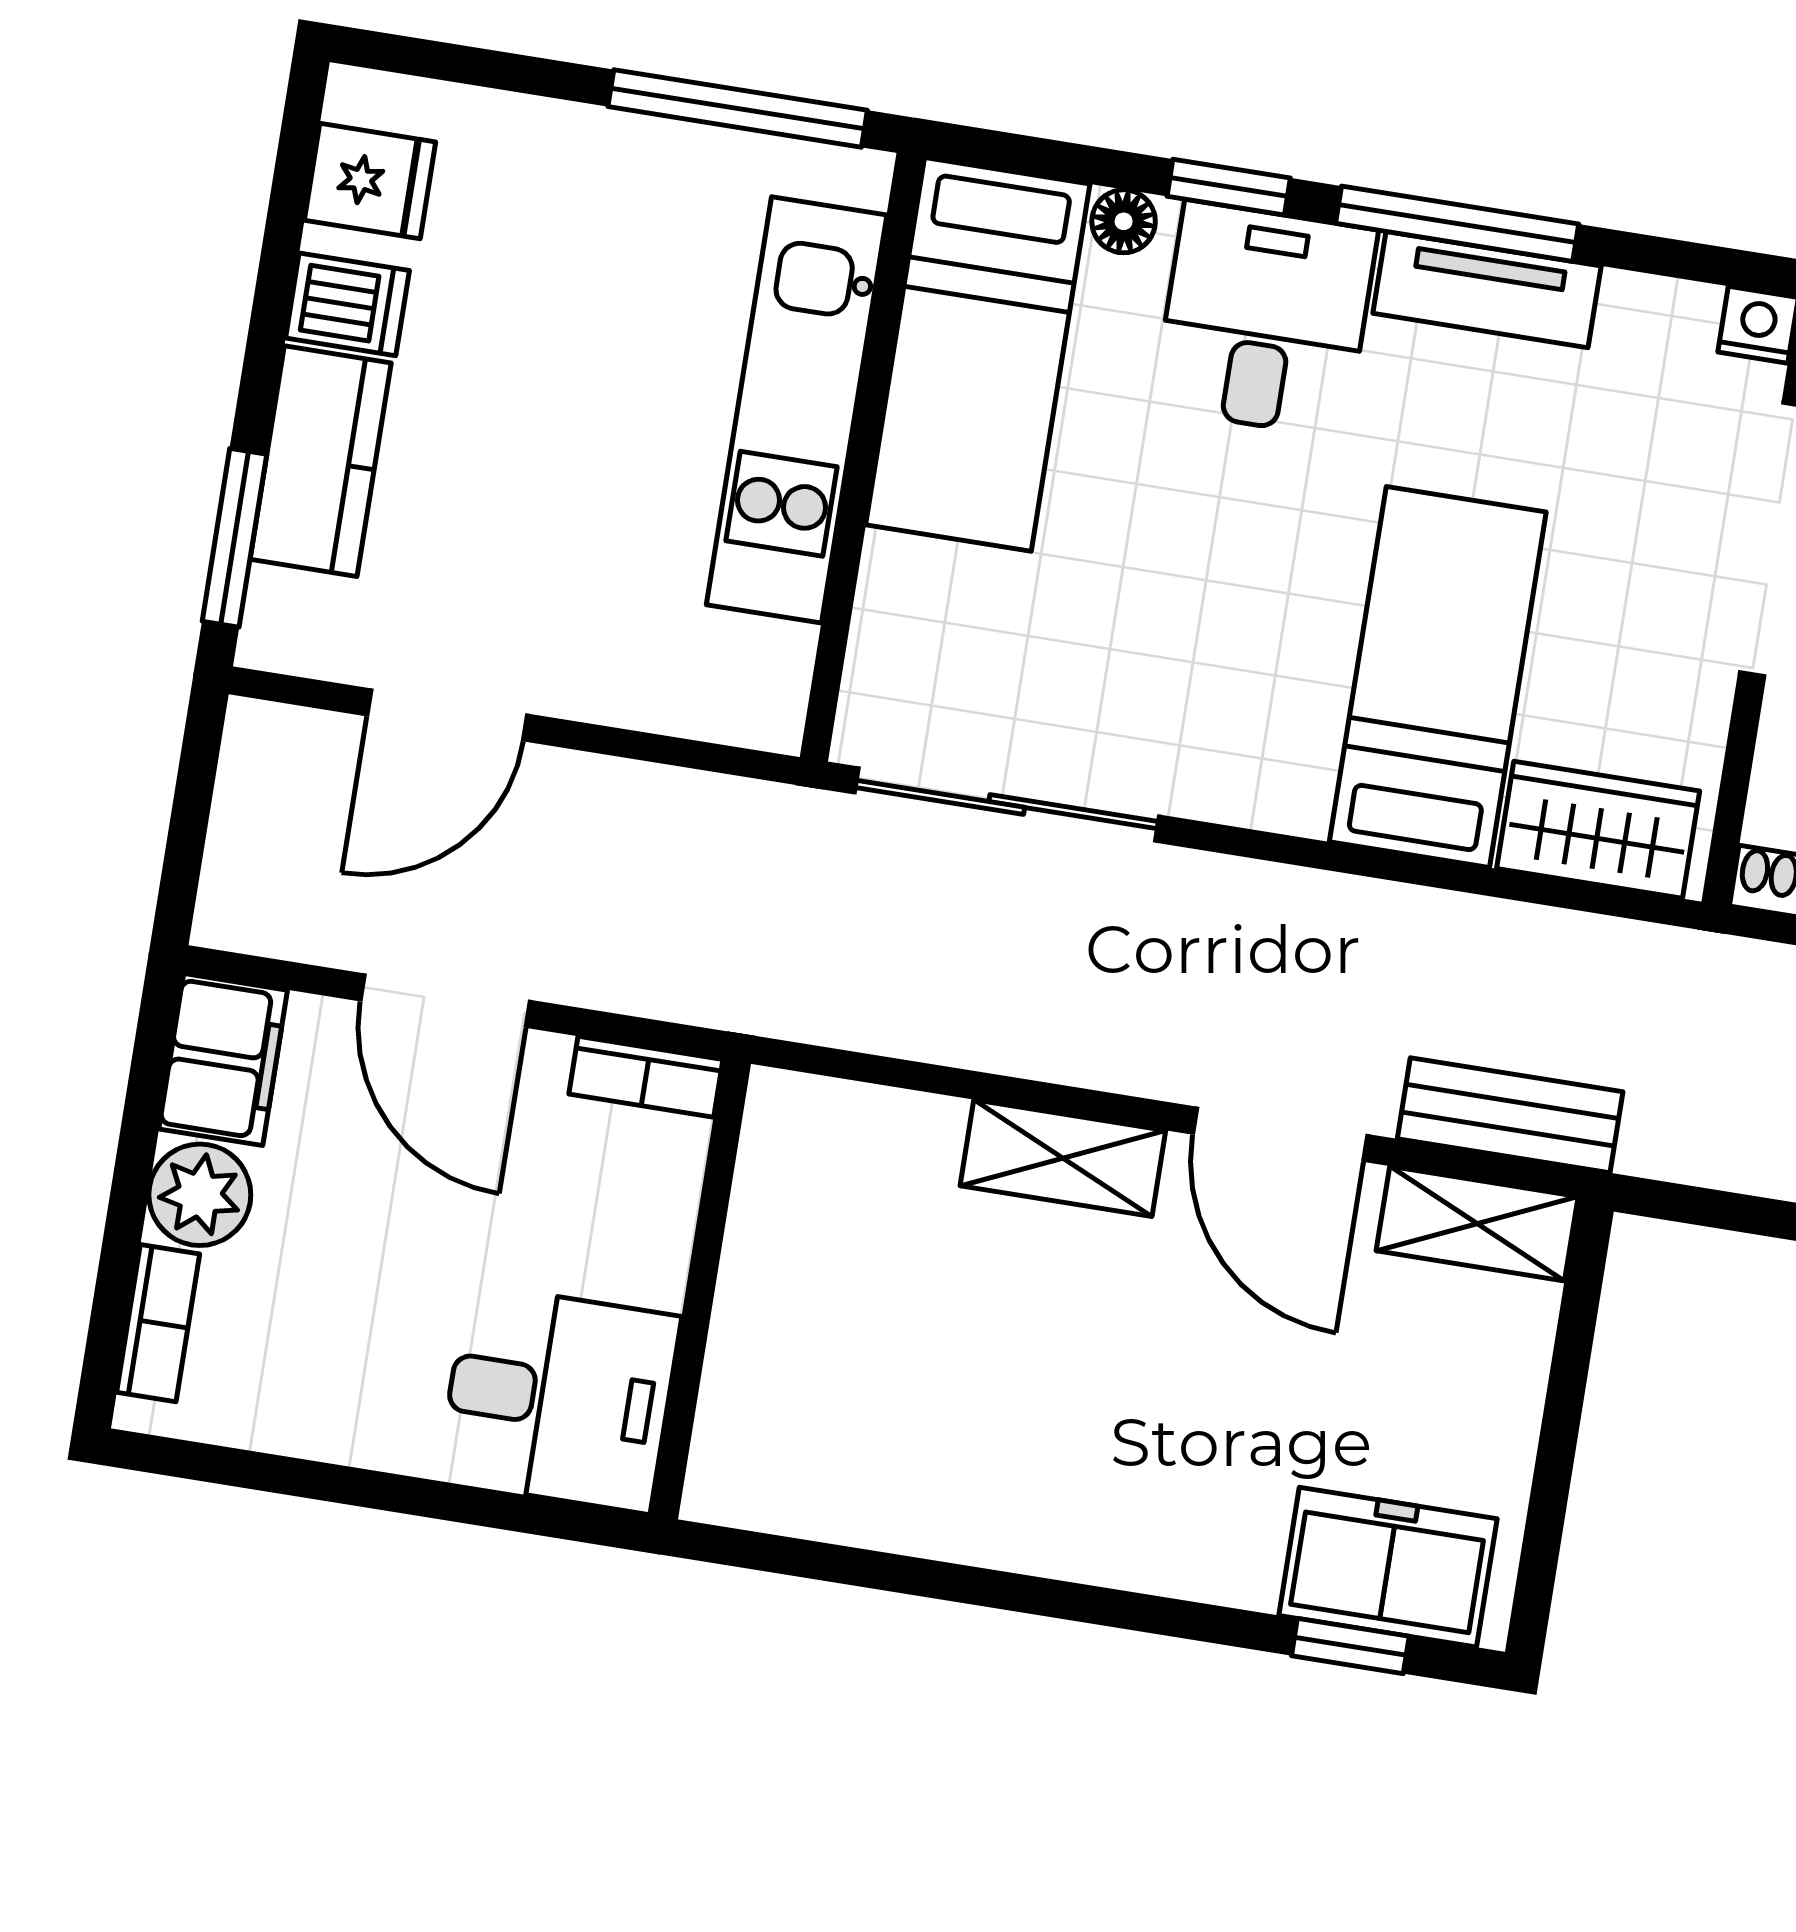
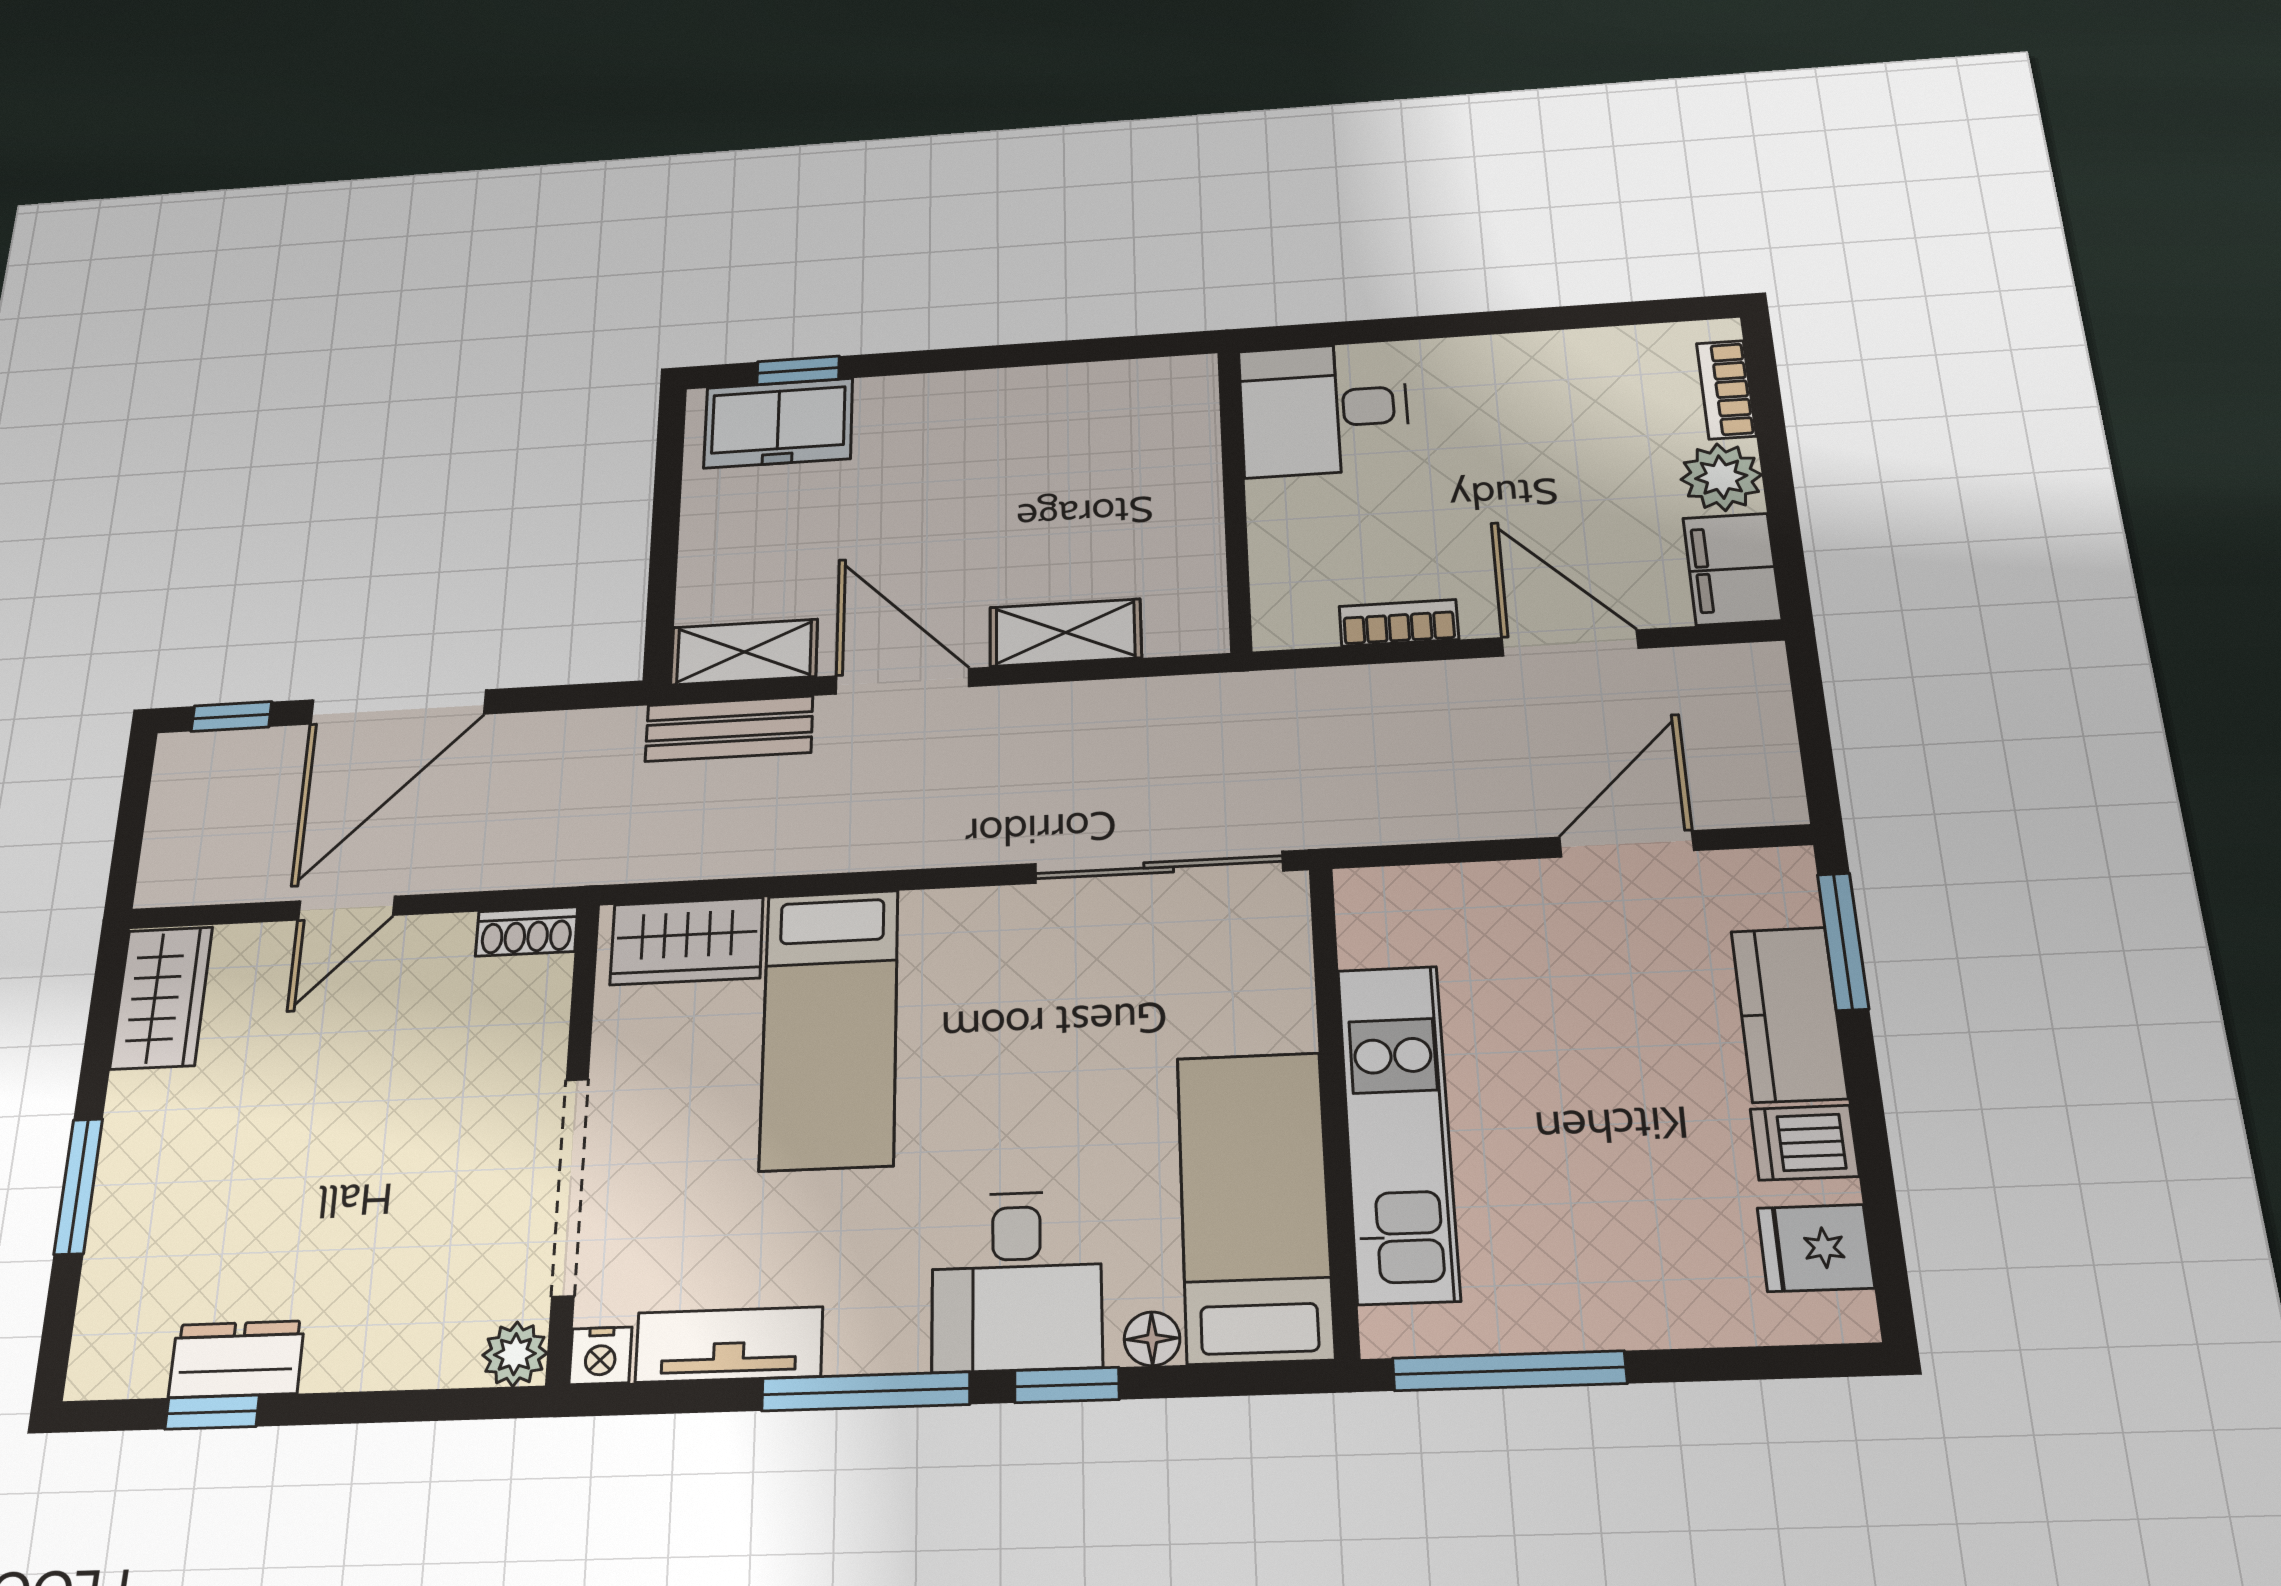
tv unit: (1487, 290) -> (729, 1345), moved
wall: (700, 1289) -> (1235, 498), moved
desk: (559, 1398) -> (1324, 409), moved

